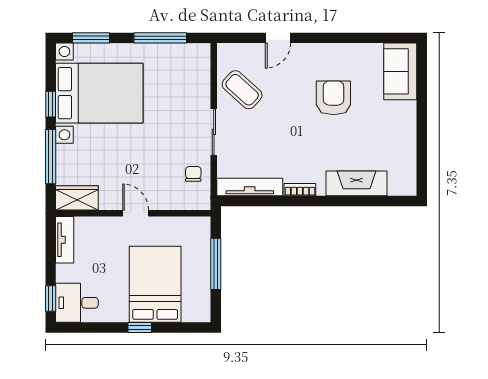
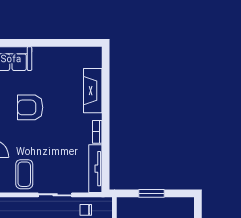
coffee table: (242, 90) -> (24, 174), turned -42
window: (216, 264) -> (152, 193), width x0.69

